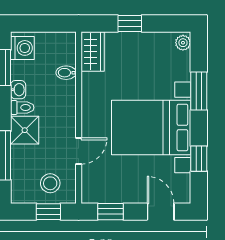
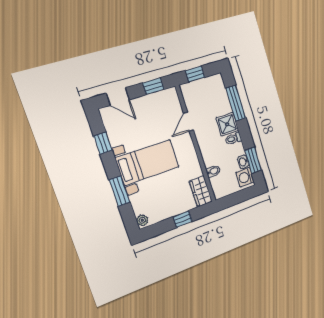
washbasin: (18, 90) -> (243, 162), moved
bed with nightstands: (151, 127) -> (147, 162), width x0.73
stool: (50, 183) -> (200, 94), removed

